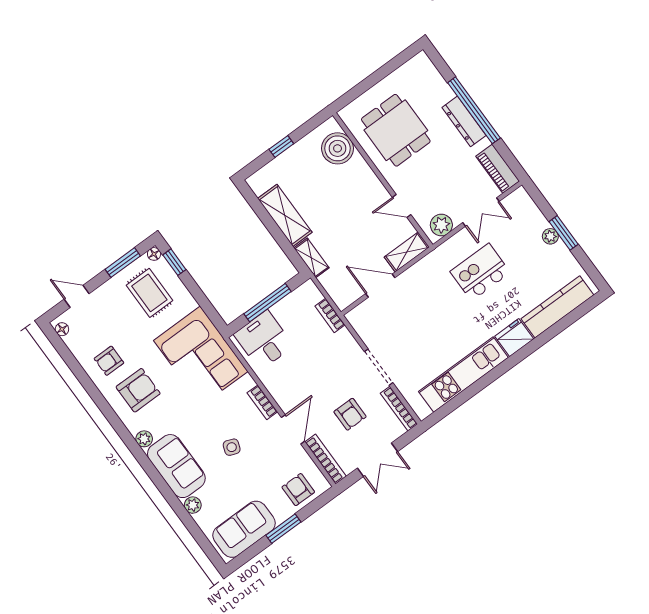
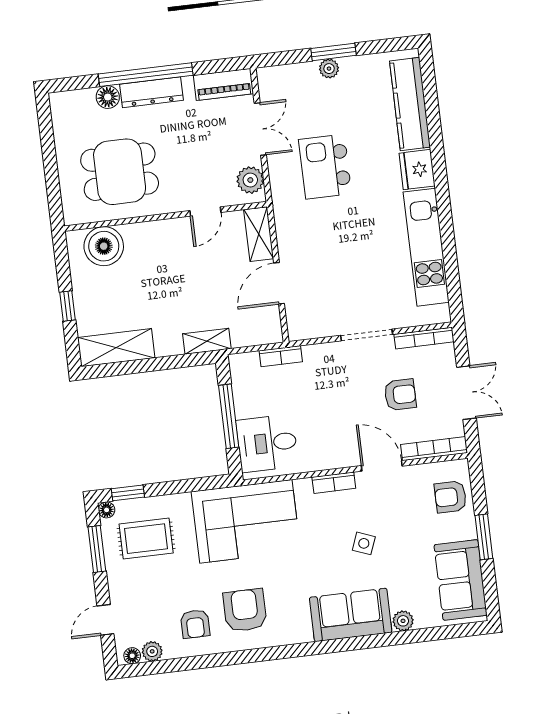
floor lamp: (443, 93) -> (108, 97), added
shelving: (285, 215) -> (116, 348), moved
plant: (144, 439) -> (152, 651), moved

